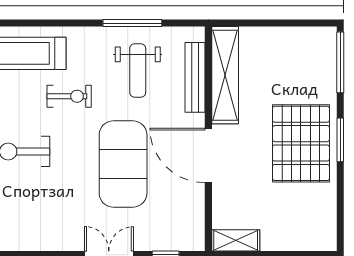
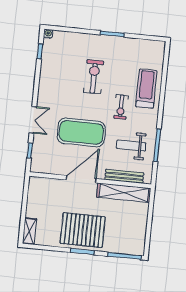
shelving: (236, 240) -> (29, 231), moved

